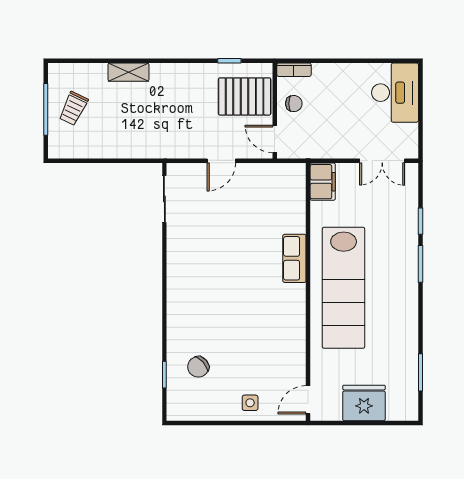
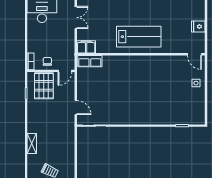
door: (221, 161) -> (76, 107), moved
row of seats: (294, 258) -> (90, 61), moved
lab bench: (344, 288) -> (139, 37), width x0.73
chair: (198, 367) -> (178, 109), removed
fridge: (364, 403) -> (198, 26), width x0.53, depth x0.75

